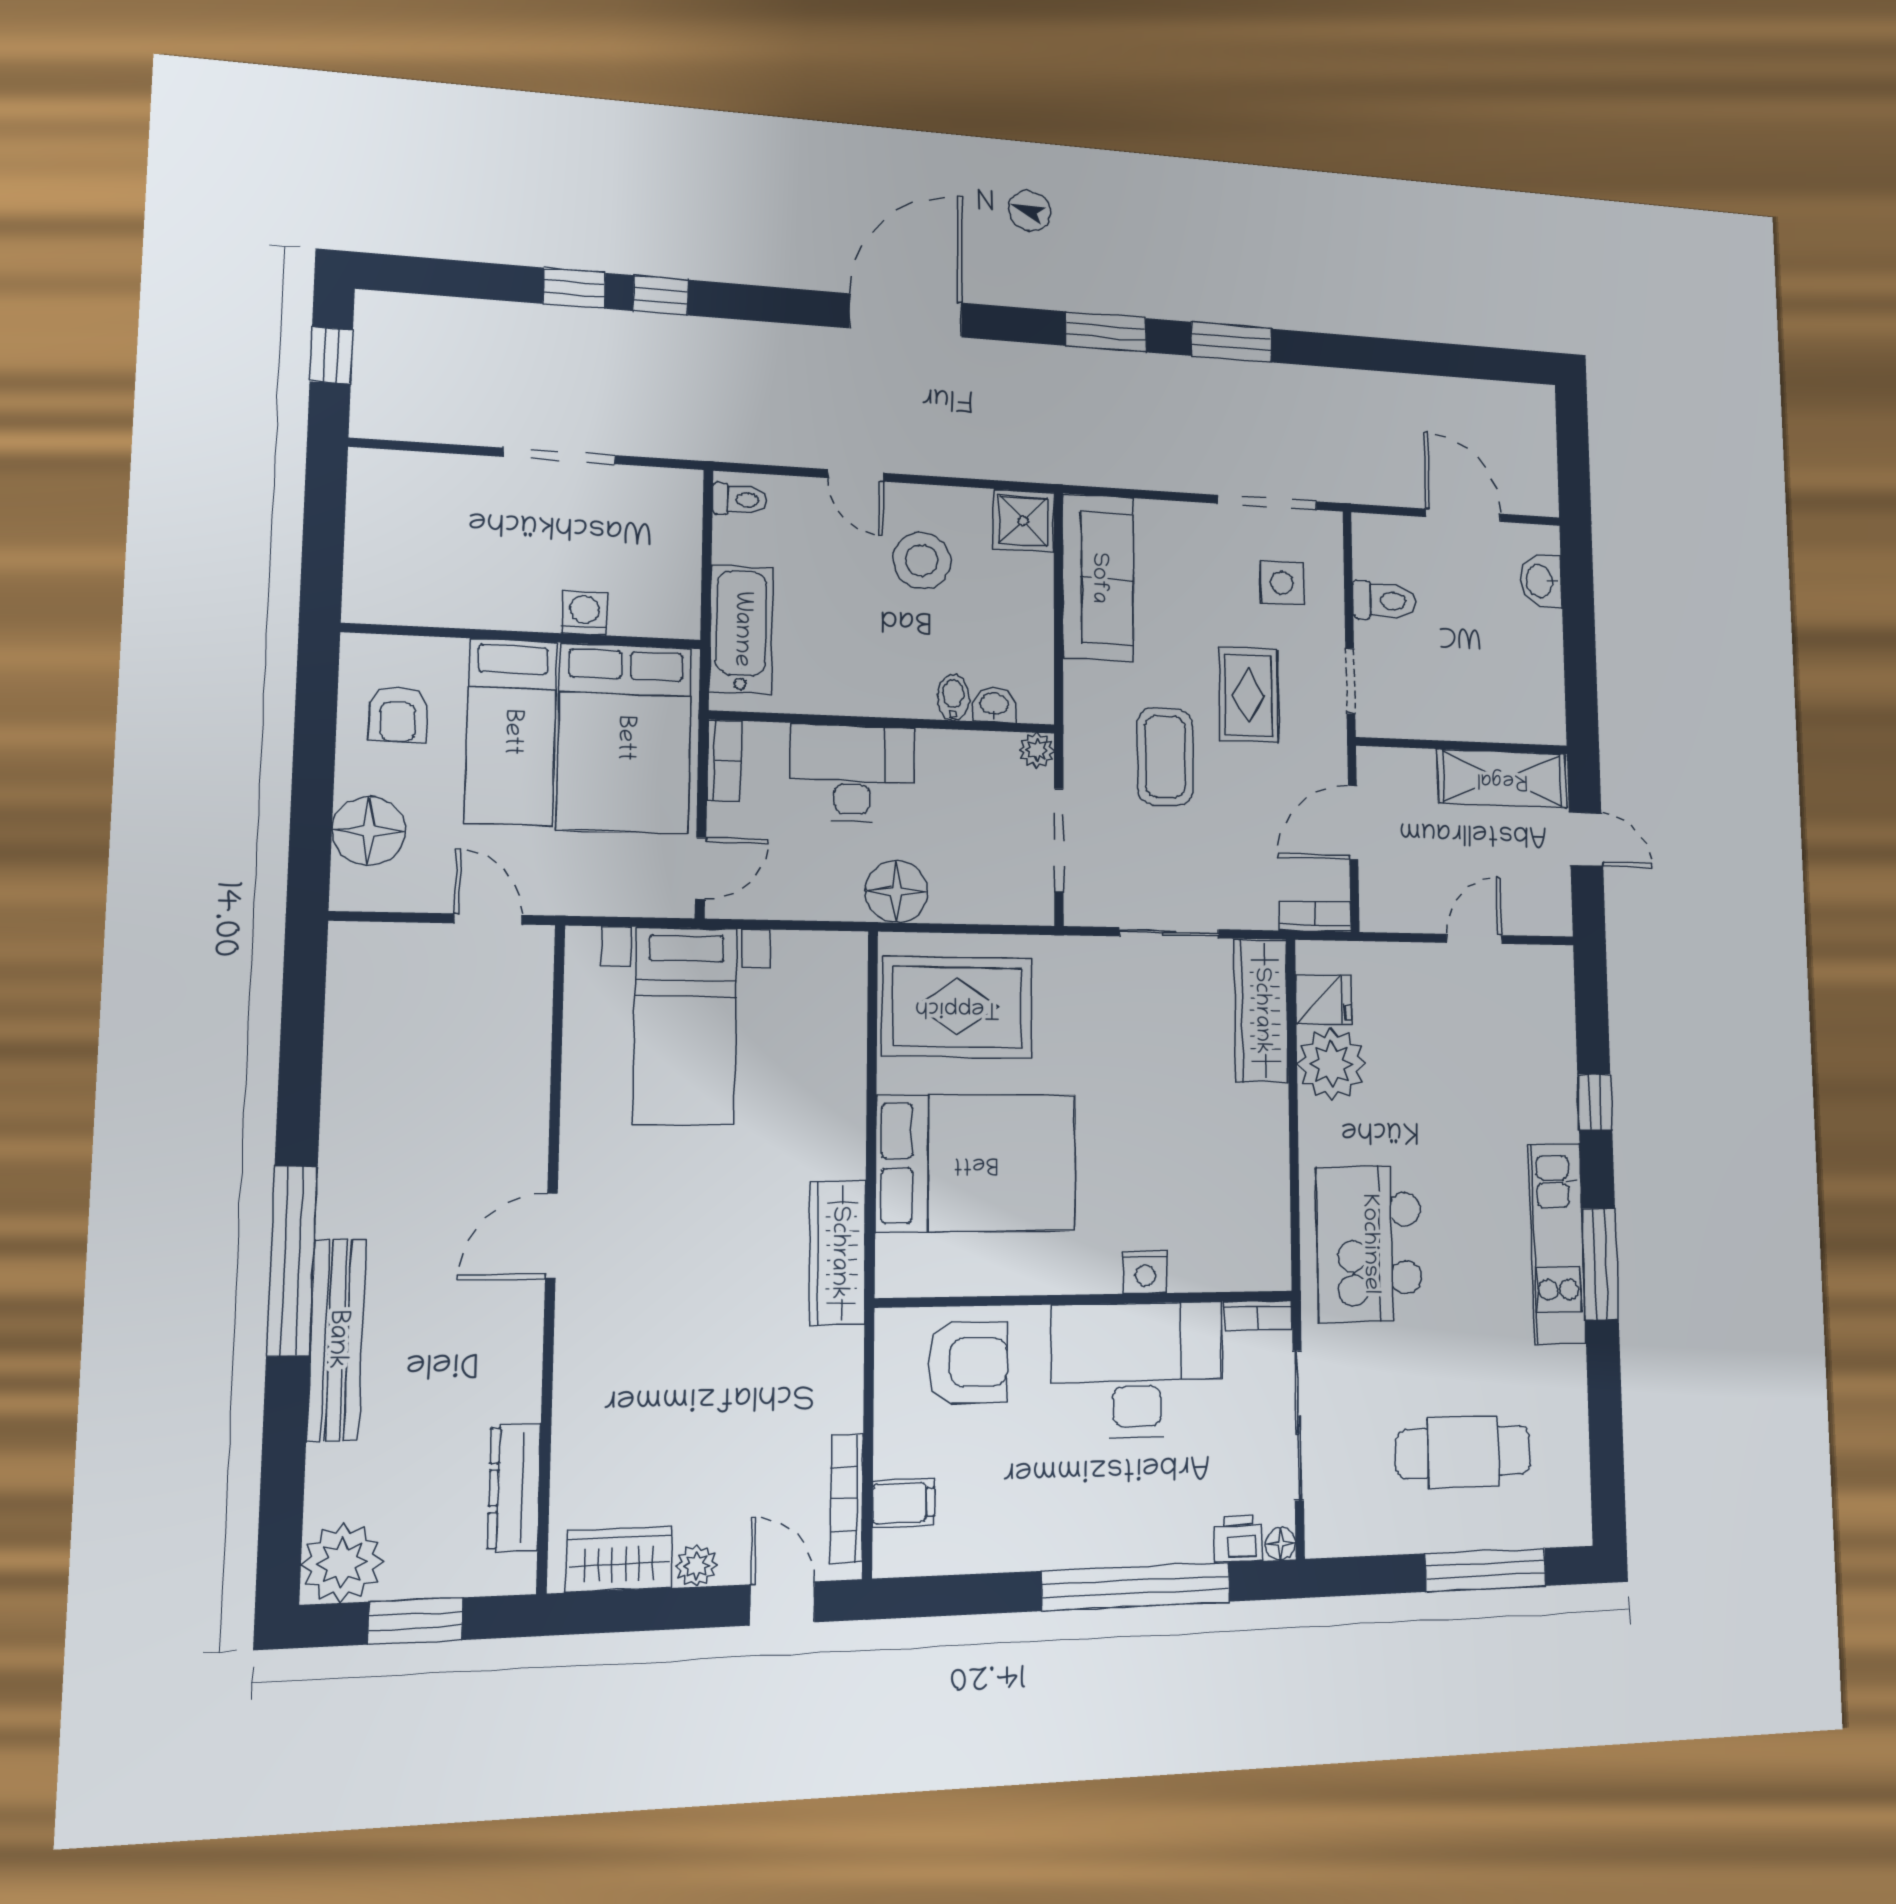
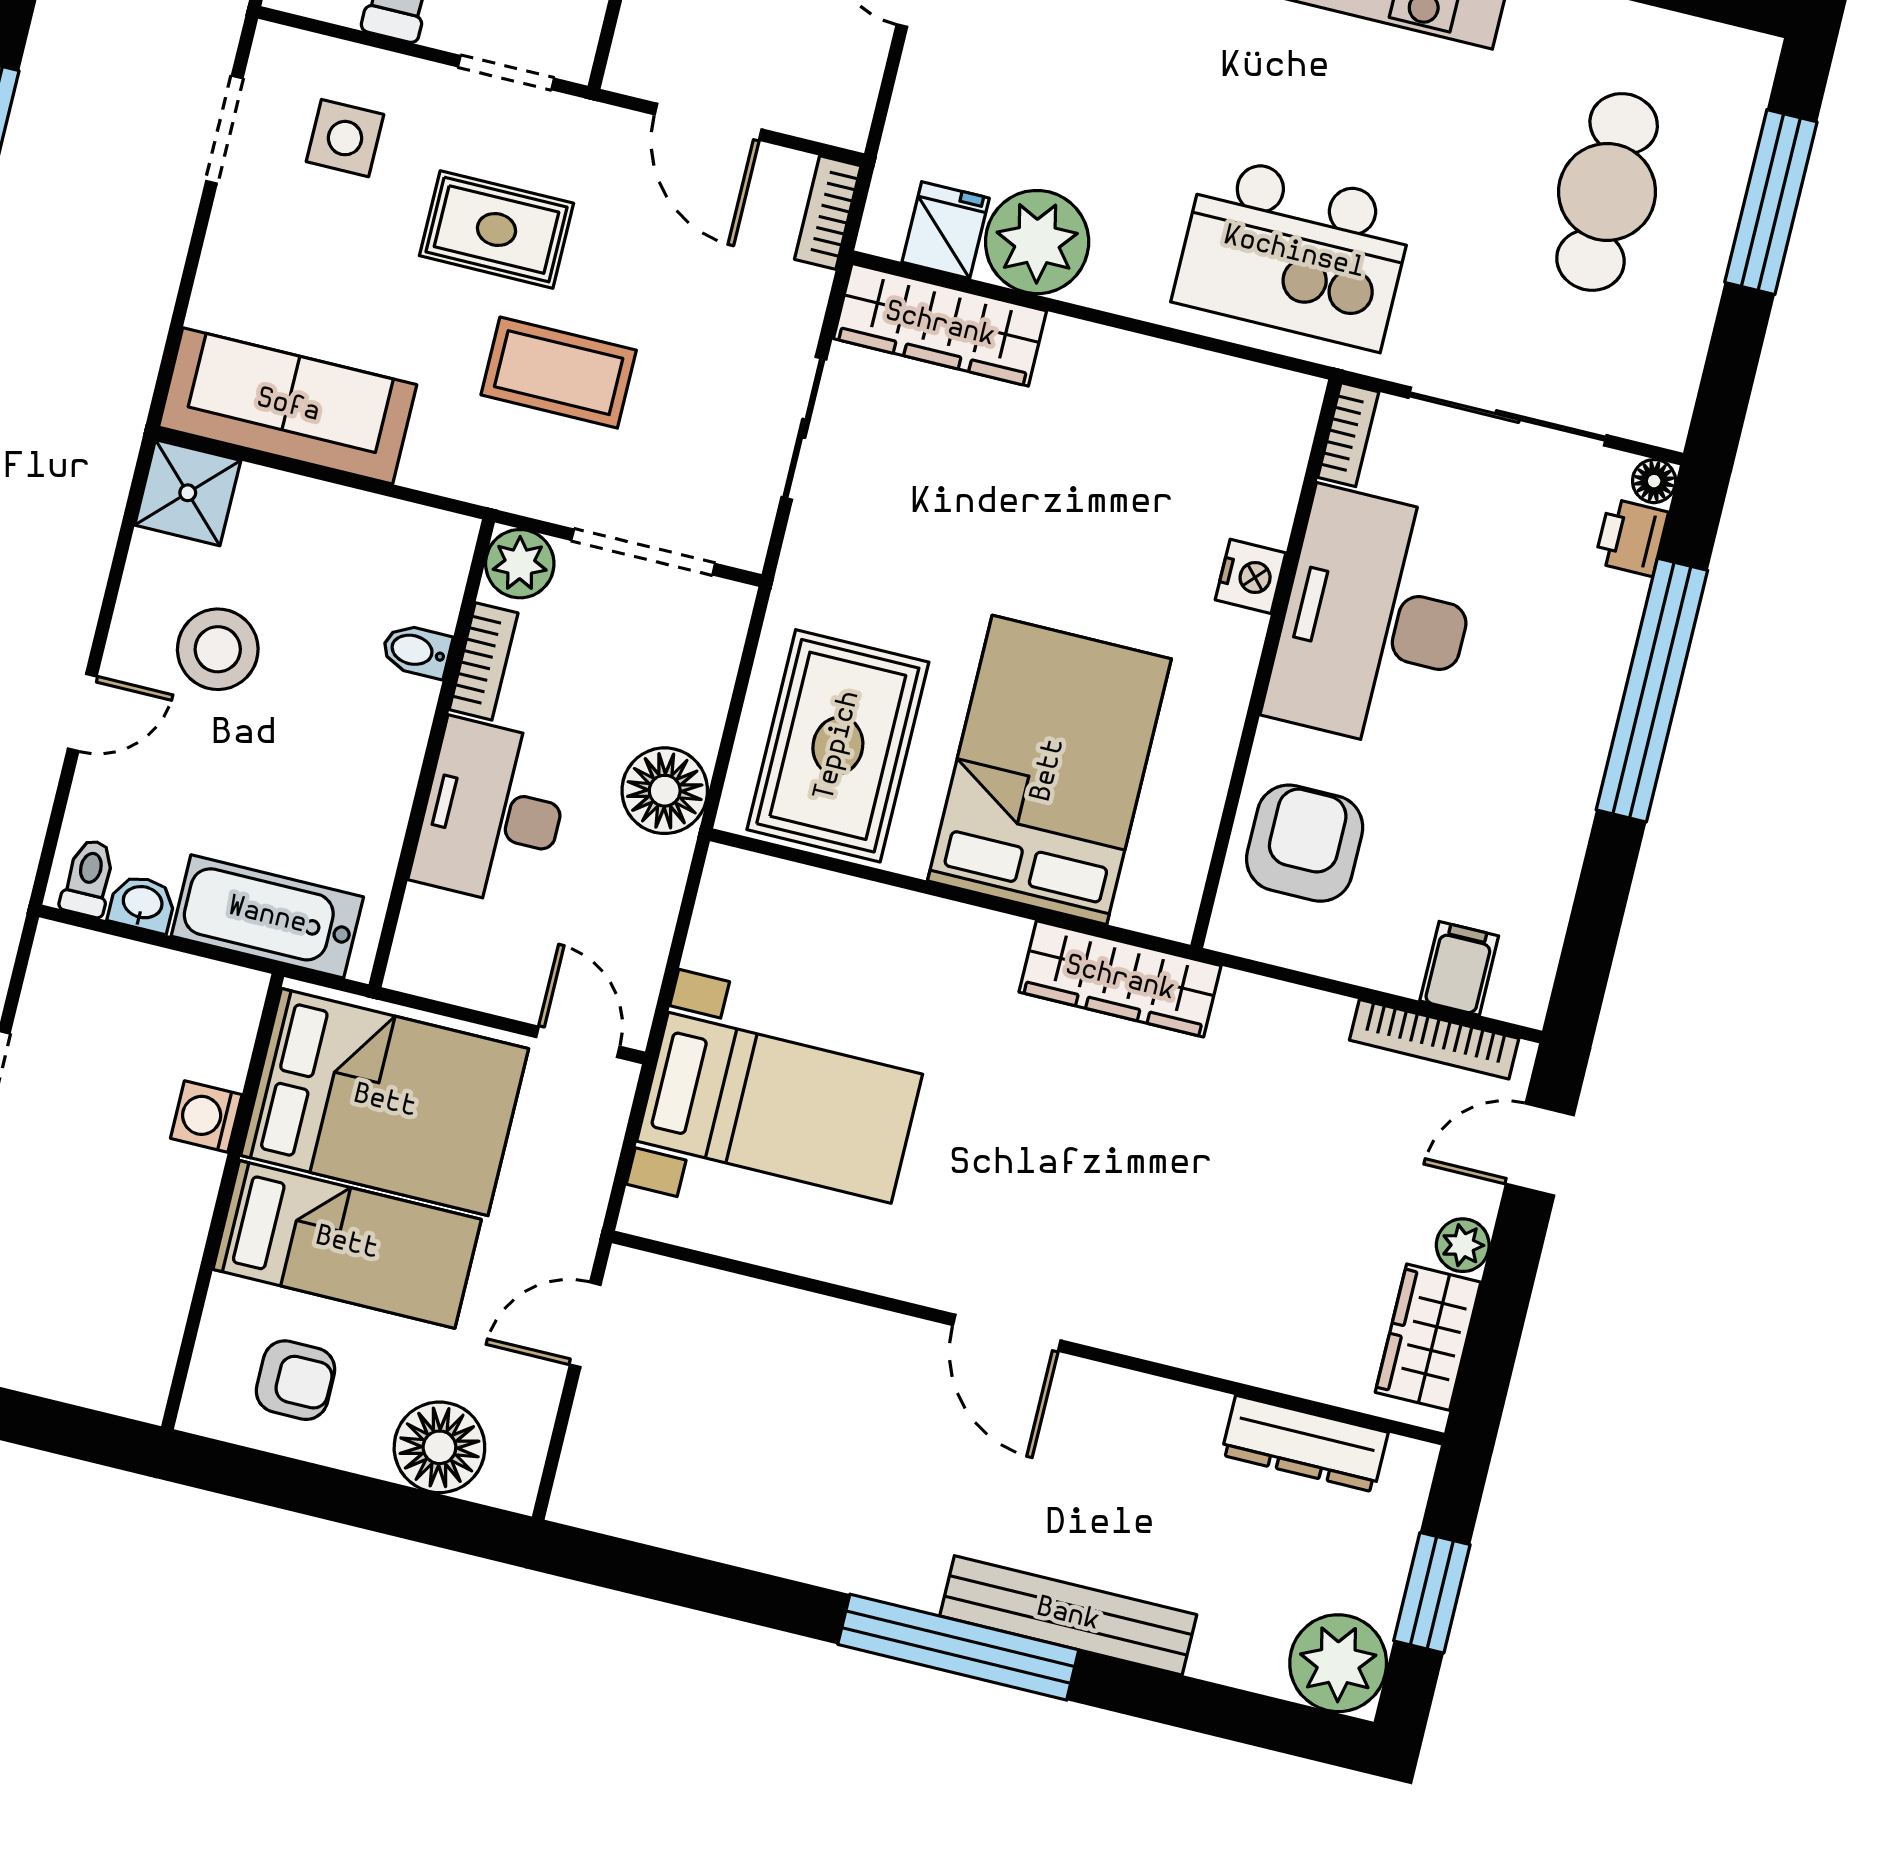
doorway: (1267, 502) -> (224, 130), width x0.73
washbasin: (994, 705) -> (142, 904), moved, turned 90
plant: (1037, 750) -> (520, 564), width x1.38, depth x1.38
bookcase: (724, 760) -> (484, 661), moved, turned 90

